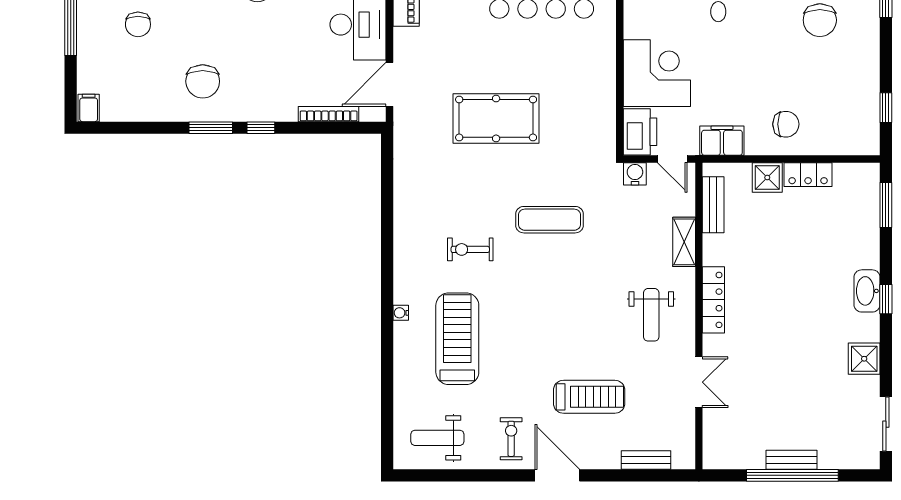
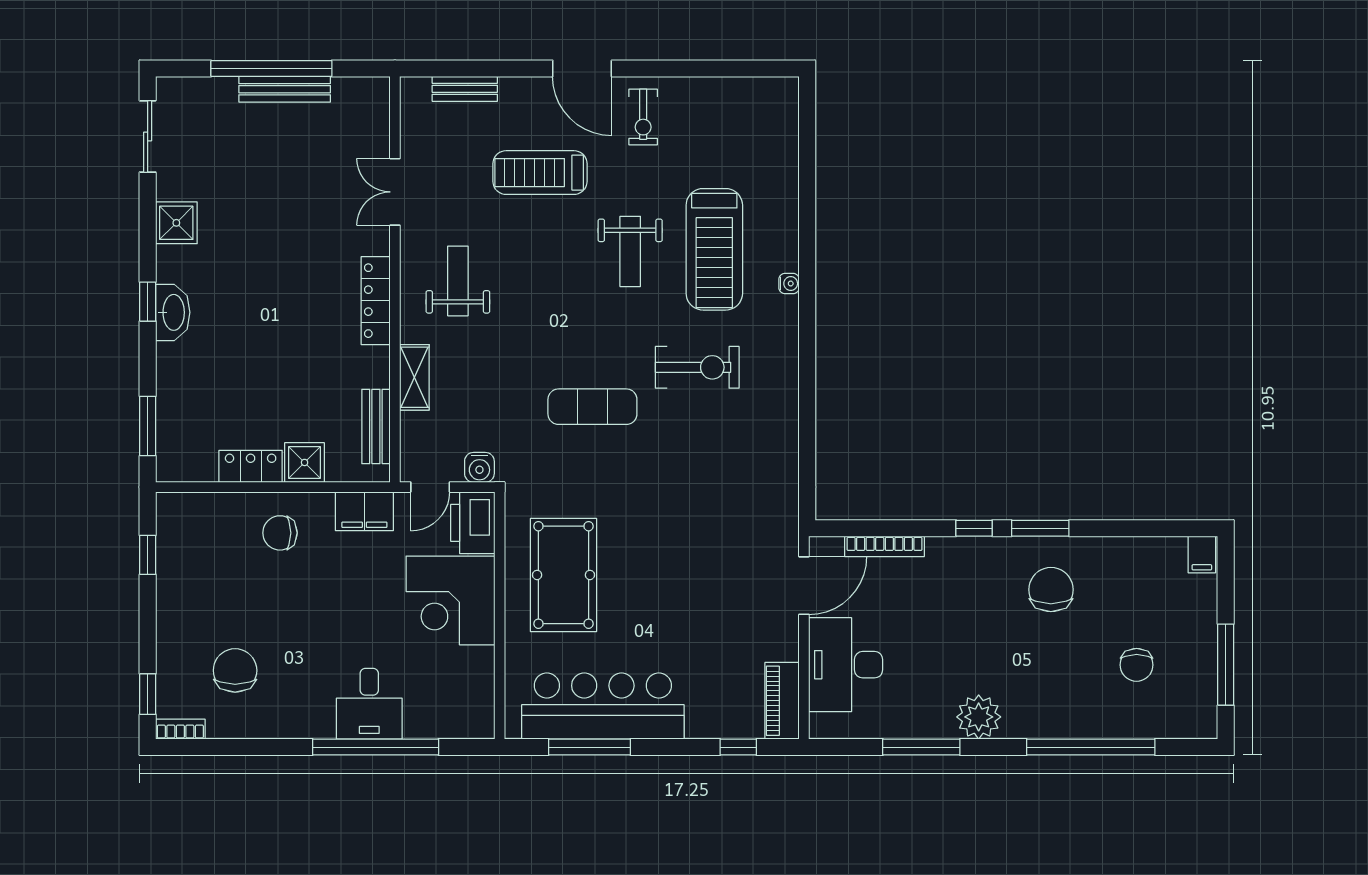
chair: (138, 24) -> (1137, 665), turned 180
pool table: (496, 118) -> (564, 575), moved, turned 90
door: (672, 159) -> (430, 487), swing flipped
exercise bike: (470, 249) -> (697, 367), width x1.38, depth x1.39
weight bench: (437, 438) -> (630, 251), moved, turned 90
bench: (792, 460) -> (285, 89), width x1.36

